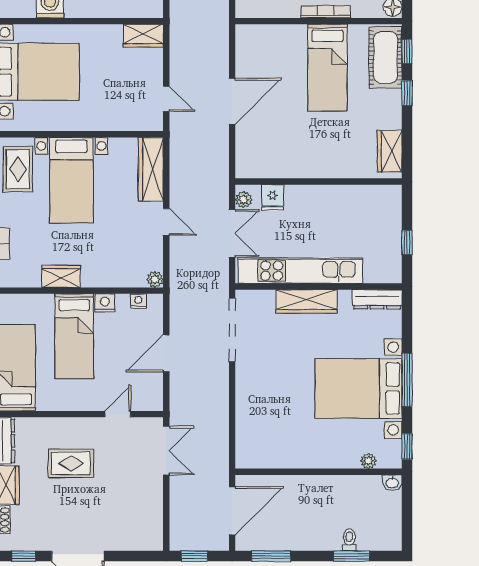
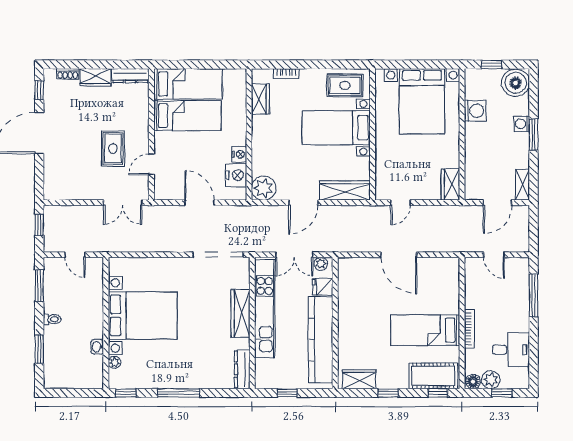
window: (407, 93) -> (388, 393), moved
kitchen counter: (340, 200) -> (321, 340), added
door: (166, 222) -> (303, 203), width x1.38
wardrobe: (61, 276) -> (260, 99), moved
plant: (155, 279) -> (264, 188), width x1.88, depth x1.88
nightstand: (138, 301) -> (236, 175), width x1.89, depth x1.79
bed: (74, 336) -> (187, 116), moved, turned 180
bed with nightstands: (358, 388) -> (143, 316), moved, turned 90
door: (118, 414) -> (151, 164), swing flipped
rug: (71, 463) -> (113, 149), moved
washbasin: (392, 483) -> (97, 347), moved
door: (232, 511) -> (75, 255), width x0.53
toilet: (349, 540) -> (52, 319), moved

